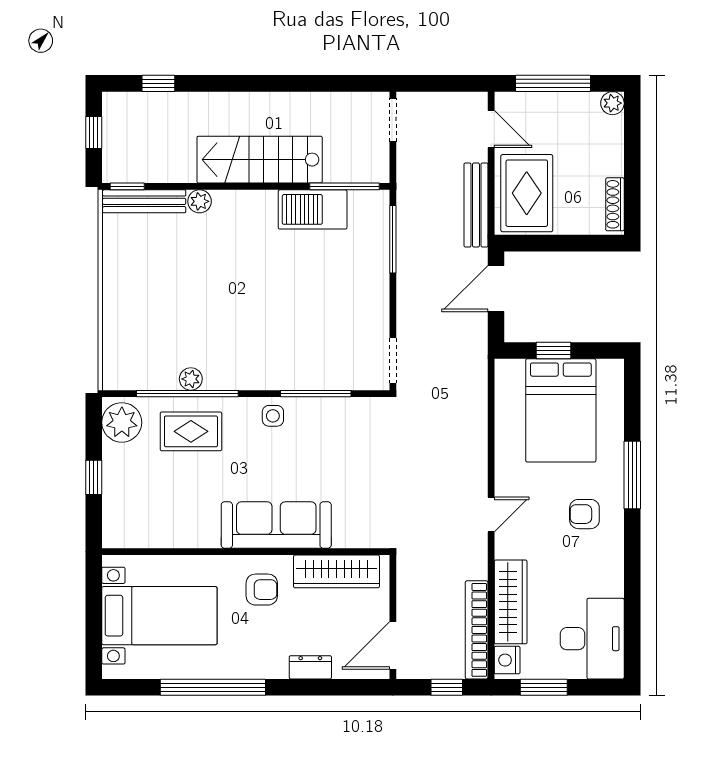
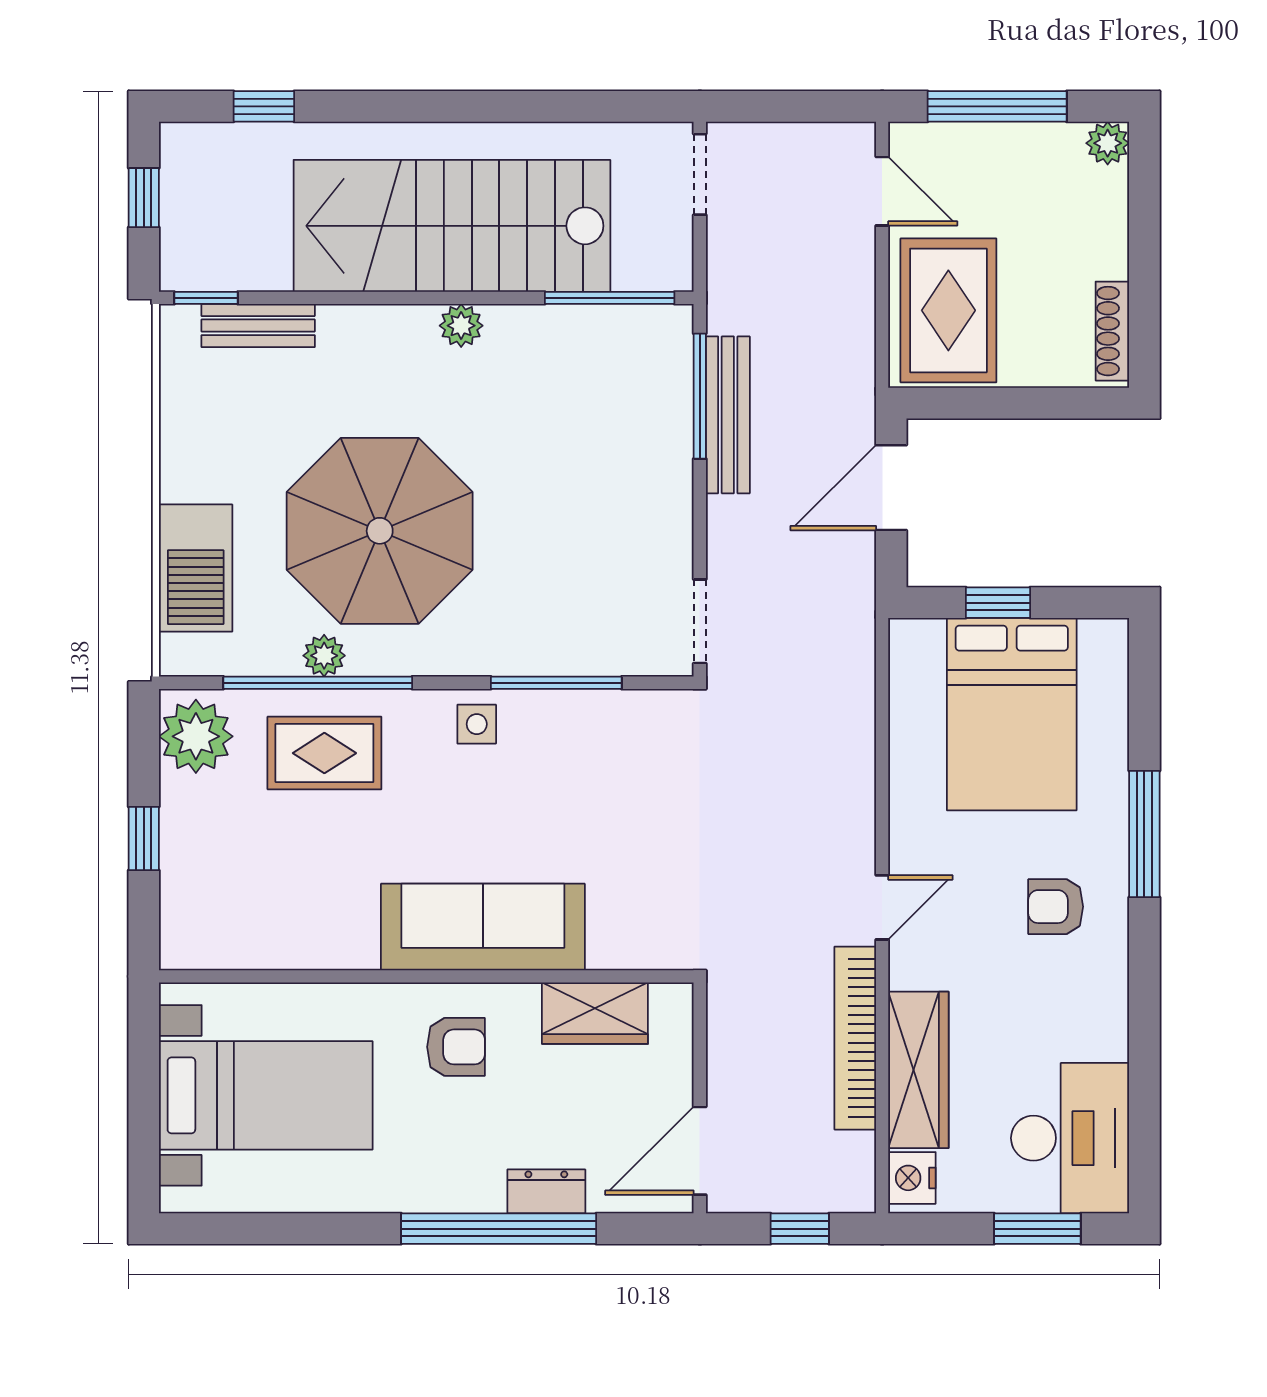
stairs: (260, 160) -> (452, 226), width x1.36, depth x1.51
bench: (144, 201) -> (258, 326), width x0.73
plant: (200, 201) -> (461, 326), moved
bench: (476, 205) -> (728, 415), moved
barbecue: (313, 209) -> (196, 568), moved, turned -90
parasol: (221, 312) -> (380, 531), added
wardrobe: (337, 571) -> (595, 1013), width x0.67
bookcase: (477, 630) -> (855, 1038), moved
window: (213, 687) -> (499, 1229), moved
window: (544, 687) -> (1037, 1229), moved

